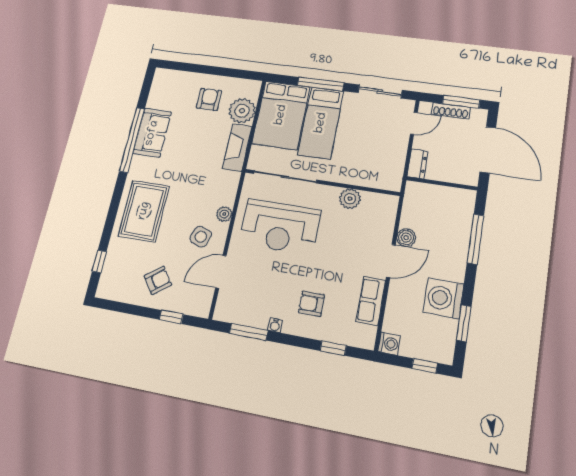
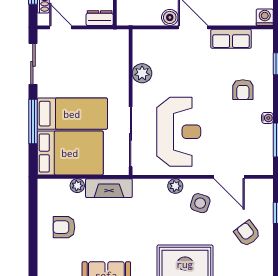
plant: (242, 111) -> (77, 186), width x0.53, depth x0.53

